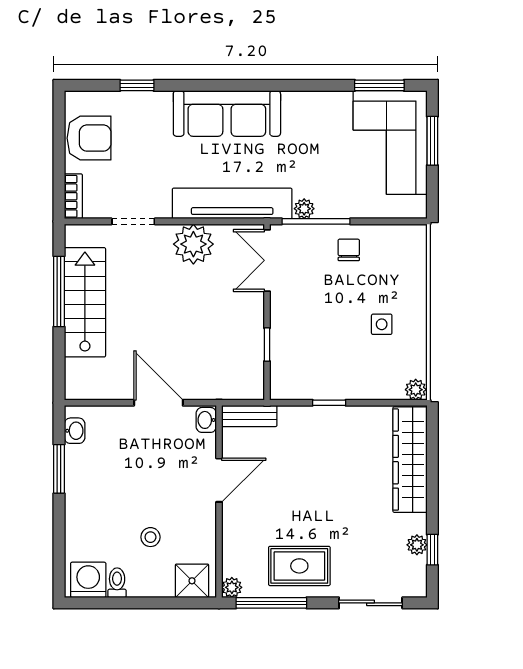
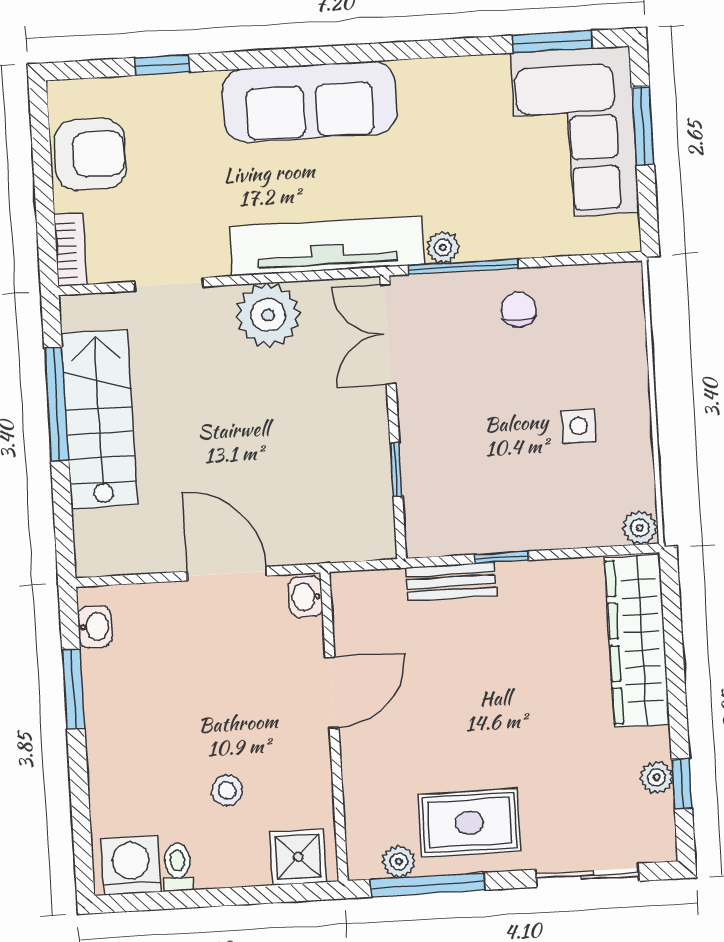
bench: (249, 416) -> (451, 582), moved
plant: (232, 587) -> (399, 861), moved

